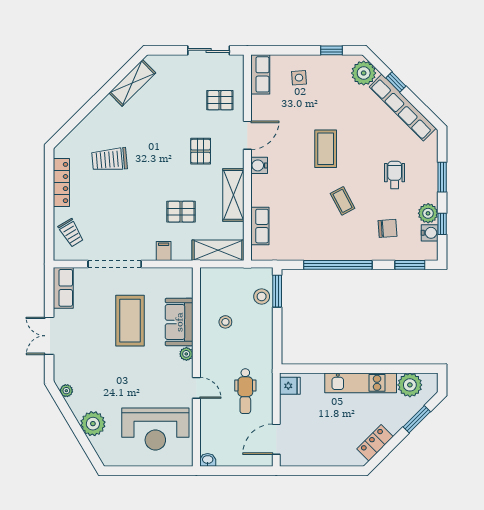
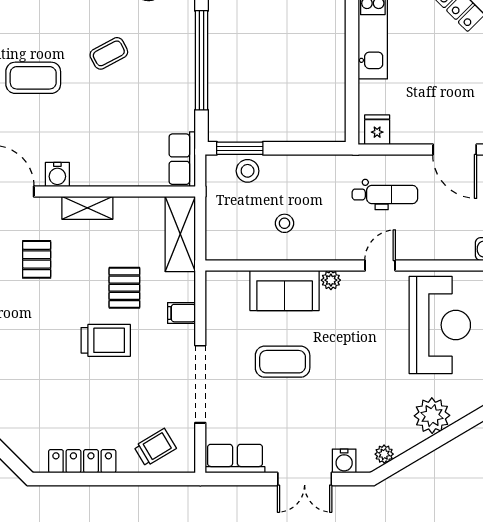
pallet: (201, 151) -> (37, 259), turned 90
trolley: (109, 160) -> (106, 340), moved, turned -85
shelving: (233, 195) -> (87, 208), width x0.67, depth x0.75
row of seats: (260, 226) -> (182, 159), moved, turned -90
coffee table: (130, 321) -> (283, 362), width x0.73, depth x0.76
water cooler: (62, 363) -> (344, 461), added

